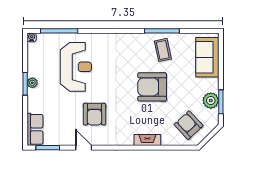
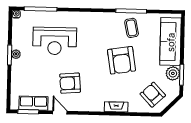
sofa: (207, 57) -> (171, 42), width x1.36
reception desk: (76, 67) -> (55, 41), turned 90
armchair: (152, 87) -> (121, 60), turned -99
armchair: (94, 114) -> (70, 83), turned 85
row of seats: (35, 129) -> (33, 103), moved, turned -90

